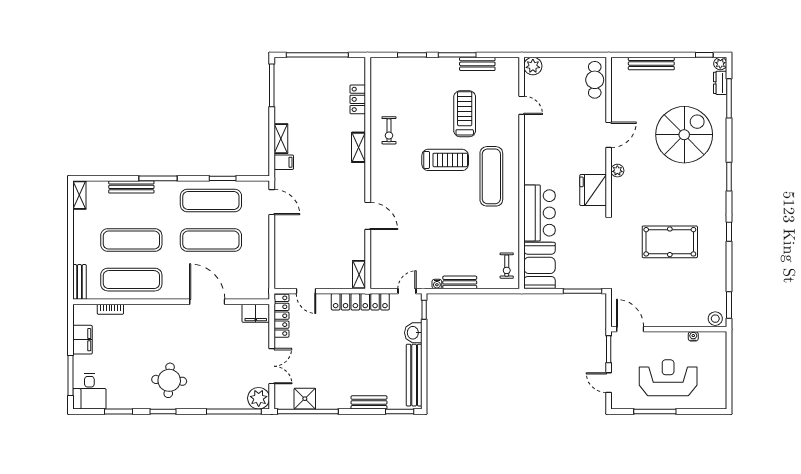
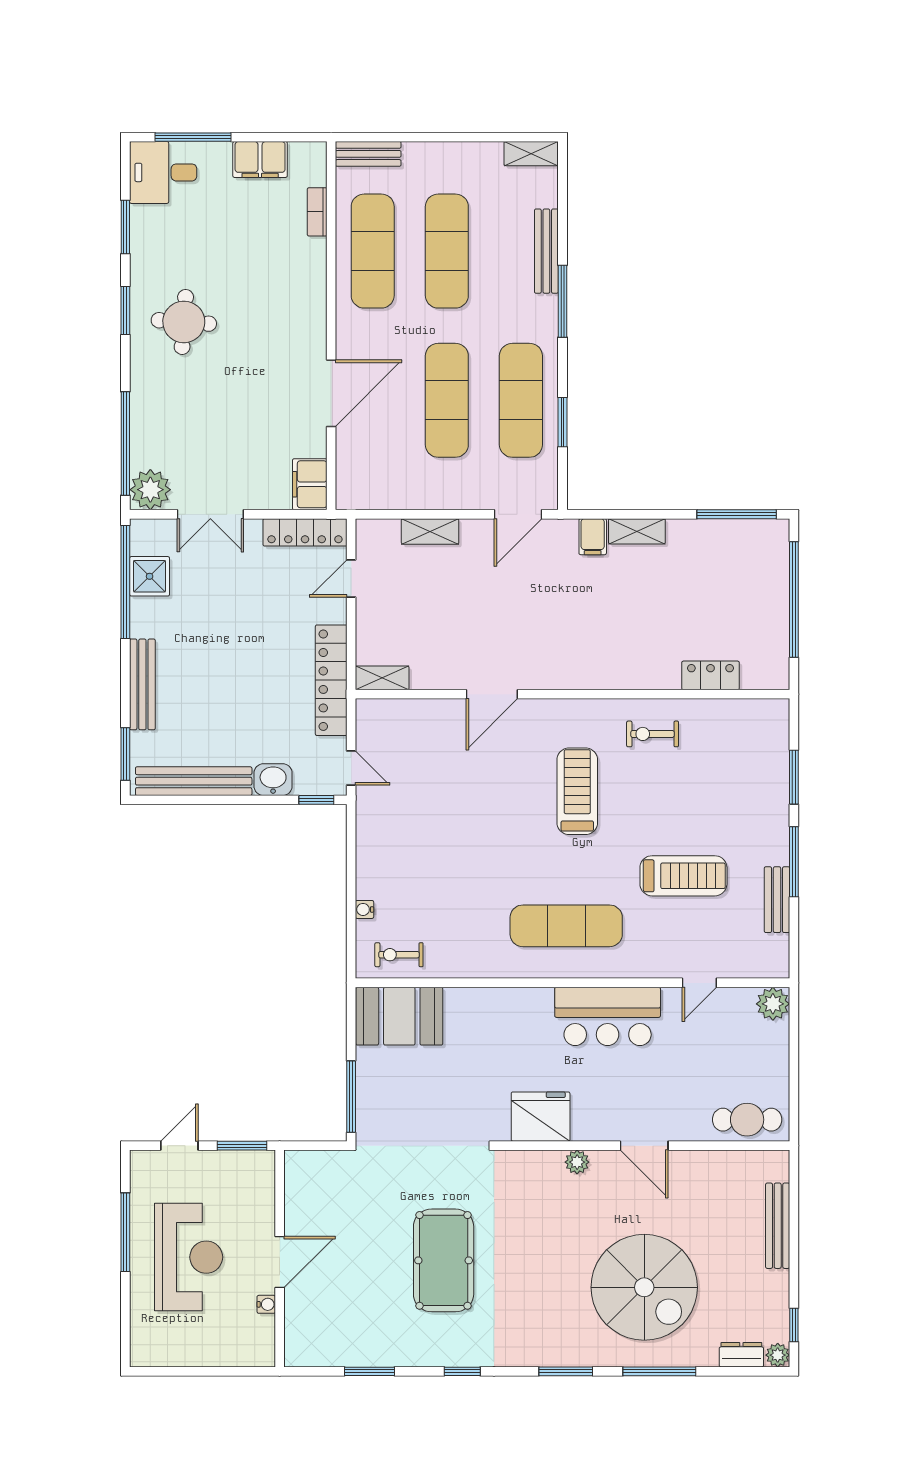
window: (729, 98) -> (659, 1371), moved
shelving: (359, 147) -> (430, 531), moved
treadmill: (445, 160) -> (577, 791), moved, turned 180
bar counter: (540, 213) -> (608, 1016), moved
bench: (460, 282) -> (367, 867), removed
water cooler: (437, 284) -> (364, 909), moved
window: (729, 305) -> (369, 1371), moved
stool: (715, 319) -> (300, 1346), removed
door: (630, 329) -> (280, 1262), moved
bench: (369, 402) -> (142, 684), width x1.36

